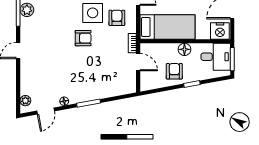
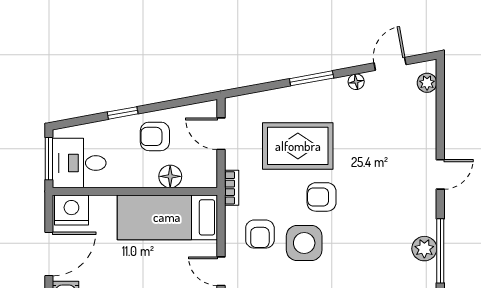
floor lamp: (184, 49) -> (170, 176), moved
door: (138, 62) -> (221, 134), moved
rug: (96, 66) -> (298, 146), added
armchair: (174, 71) -> (155, 136), turned 90

